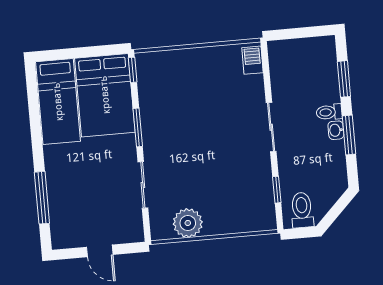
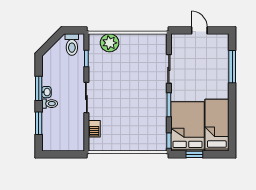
window: (90, 52) -> (194, 154), added
barbecue: (252, 60) -> (94, 129), moved
plant: (188, 223) -> (110, 43), moved

